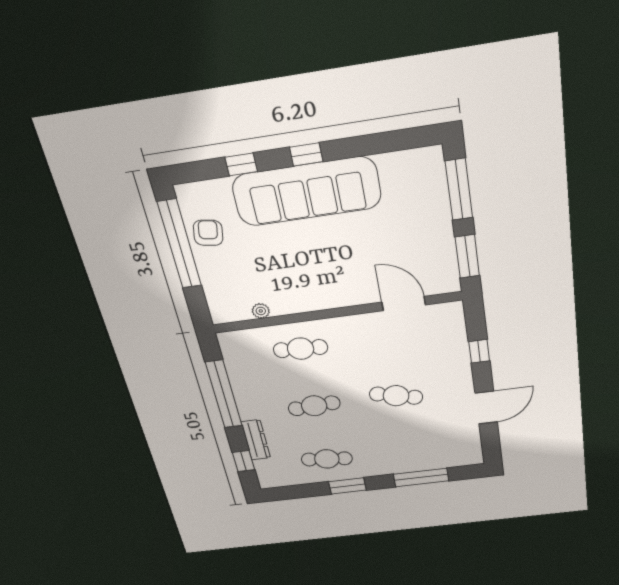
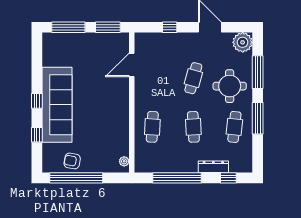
plant: (261, 311) -> (124, 161), moved
round table: (392, 445) -> (230, 86), added
plant: (467, 453) -> (243, 42), added
window: (347, 486) -> (258, 118), width x1.44

